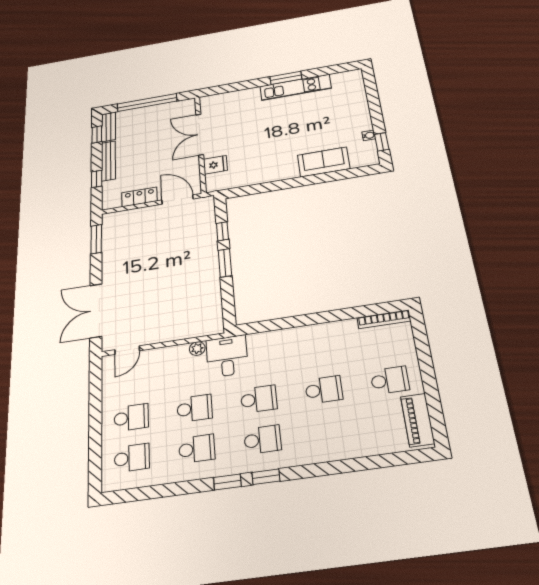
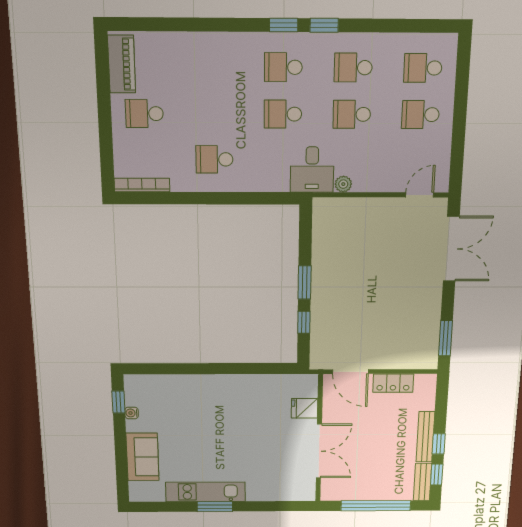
sofa: (324, 162) -> (142, 457), moved, turned -90
window: (97, 179) -> (439, 444), moved
school desk: (324, 390) -> (214, 159), moved

